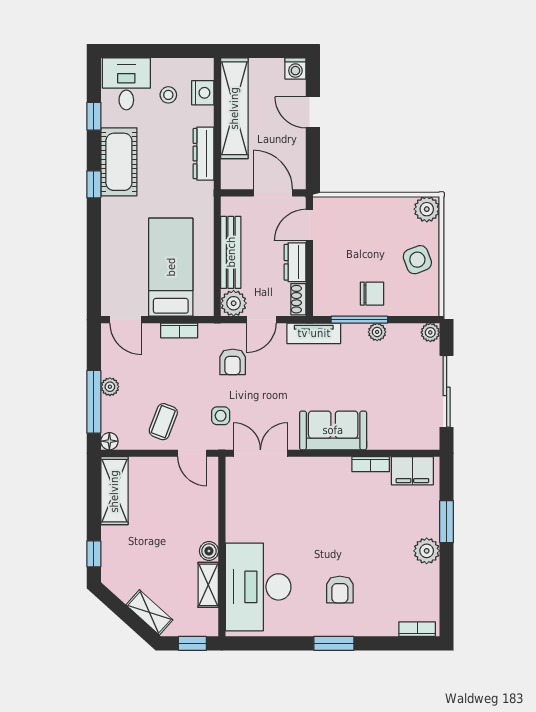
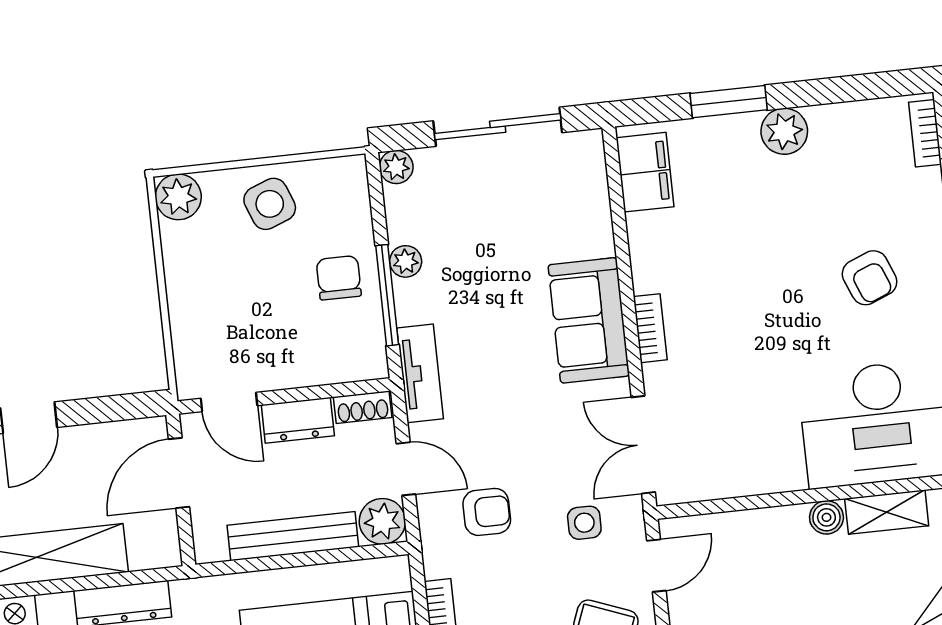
bookcase: (371, 464) -> (650, 328), moved
armchair: (340, 589) -> (870, 278), turned 68

